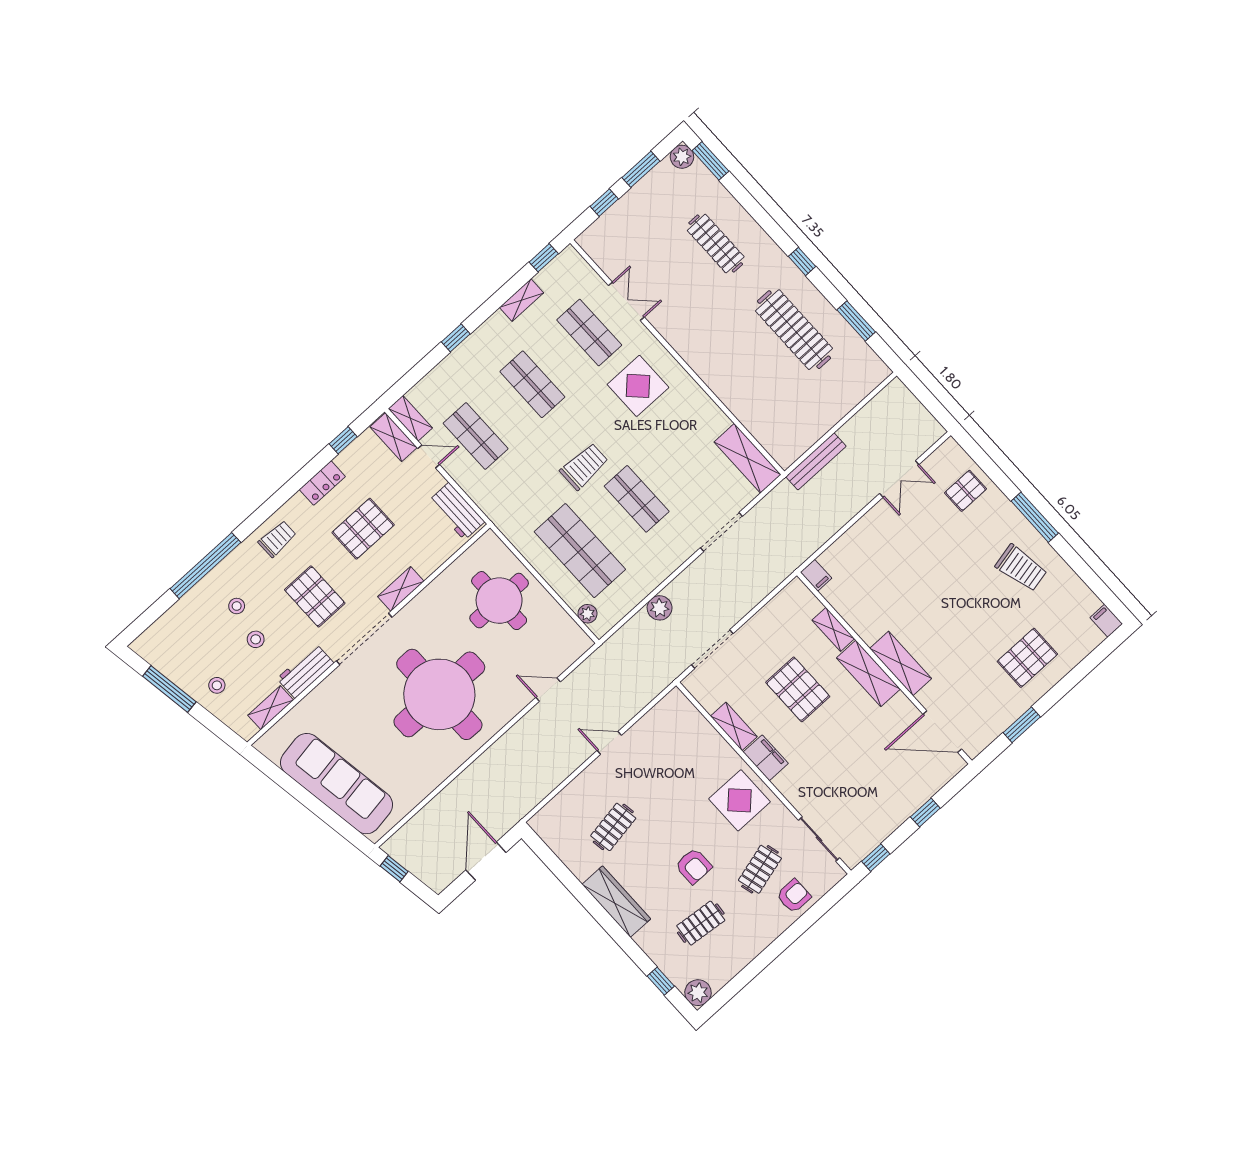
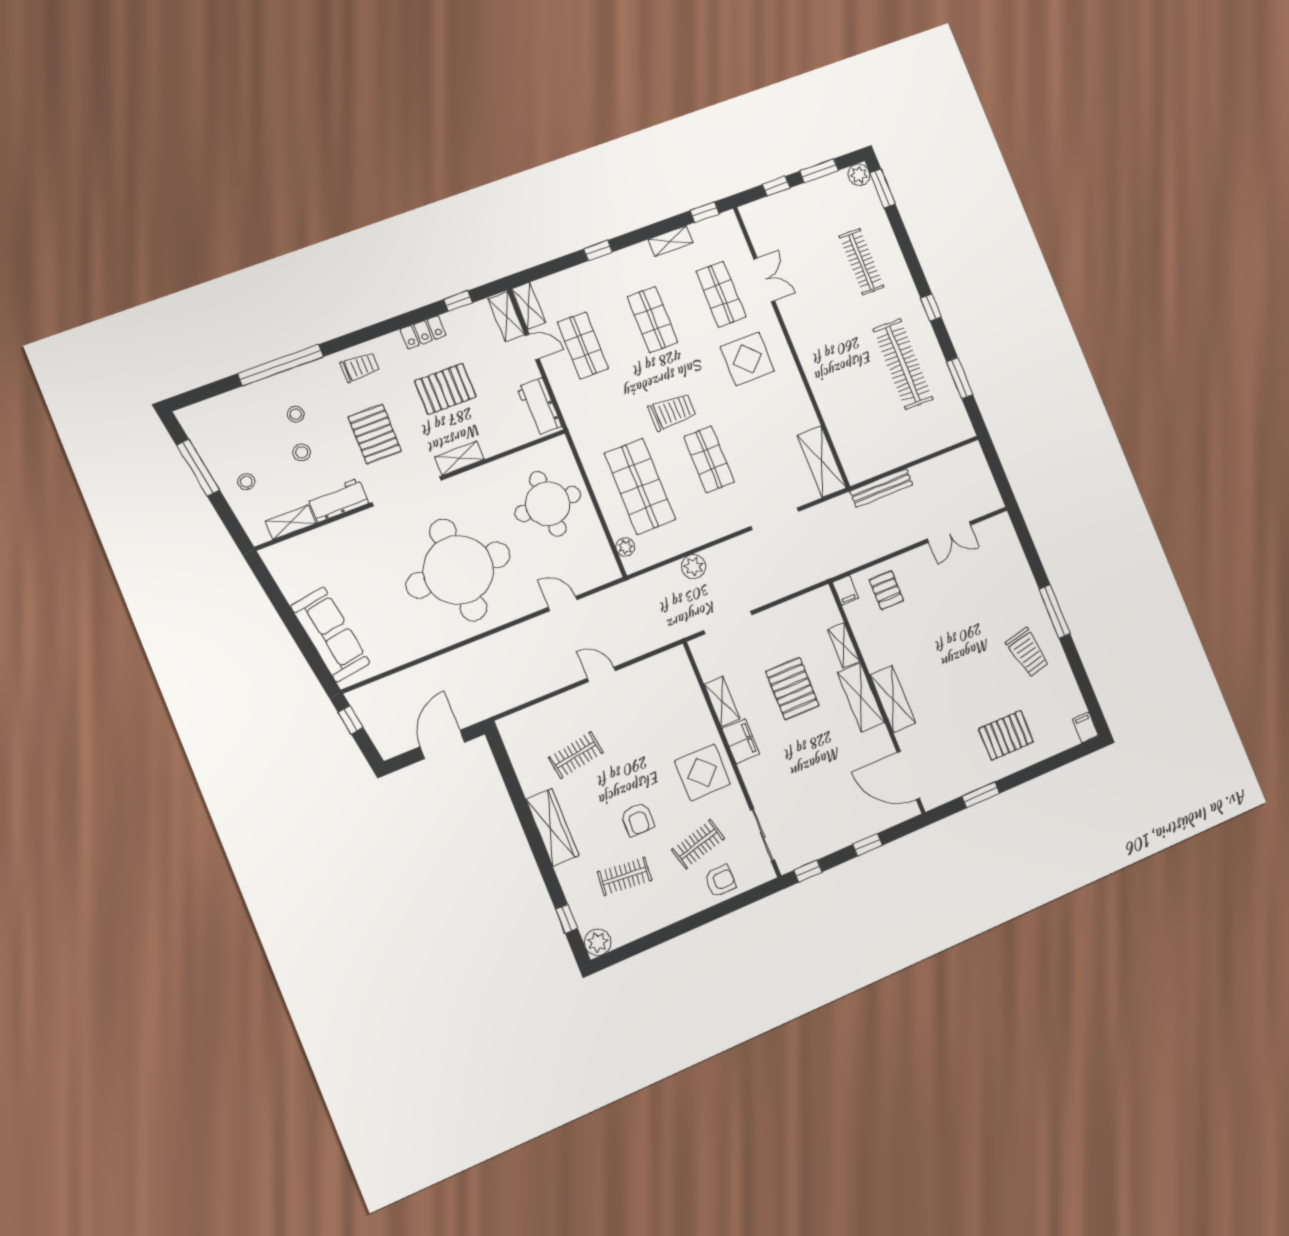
pallet: (966, 491) -> (886, 590), moved, turned 90
sofa: (337, 784) -> (330, 635), width x0.74, depth x0.79

